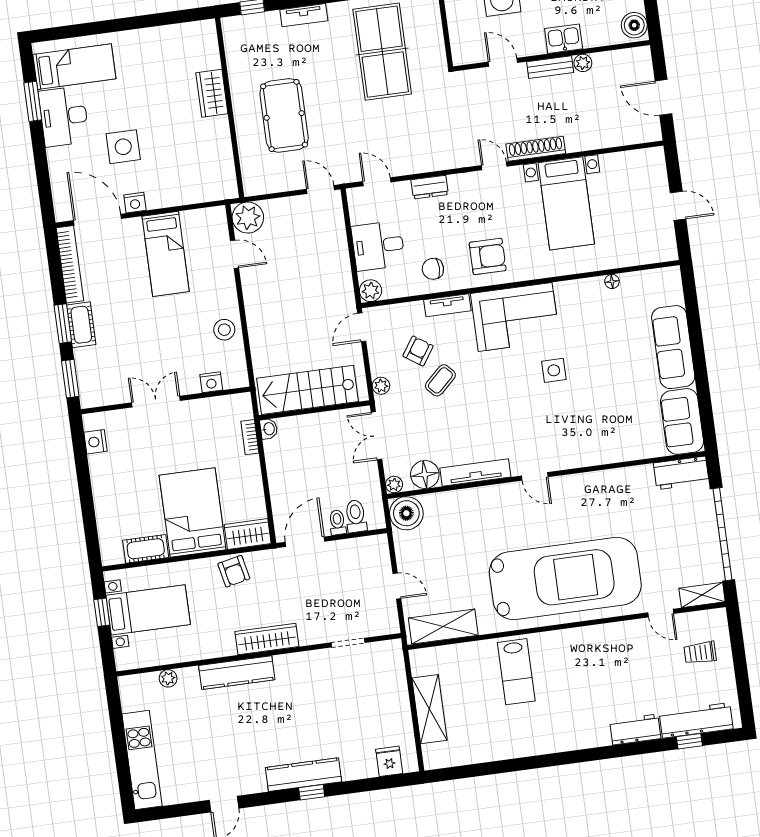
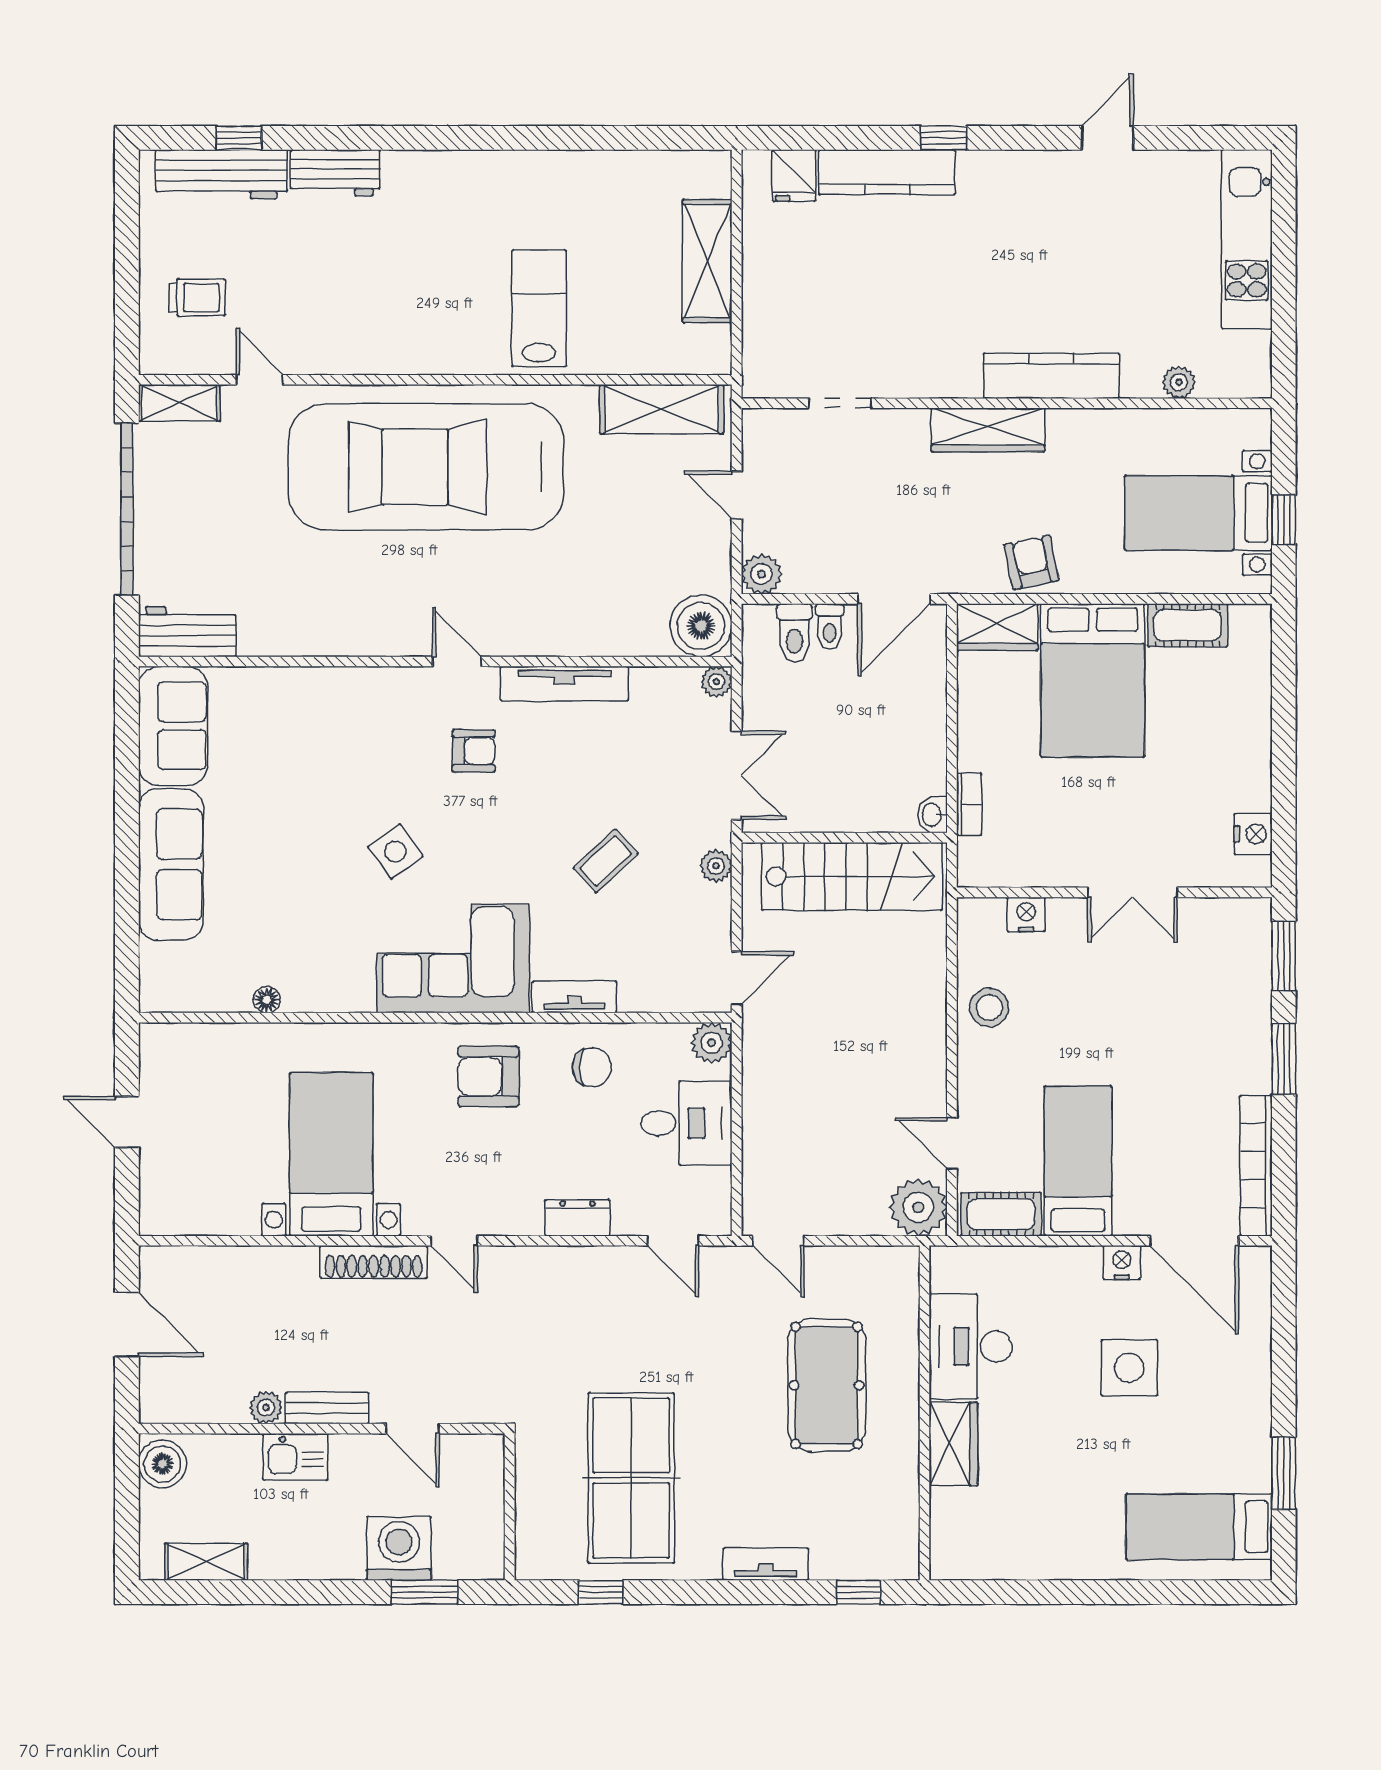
desk: (64, 116) -> (971, 1346), moved, turned 180
cot: (81, 325) -> (1001, 1214), moved, turned 90
armchair: (418, 351) -> (474, 751), moved, turned -124
side table: (554, 370) -> (395, 851), turned -36
floor lamp: (425, 474) -> (658, 692), removed
plant: (378, 545) -> (761, 574), added
kitchen counter: (304, 775) -> (887, 172), moved

